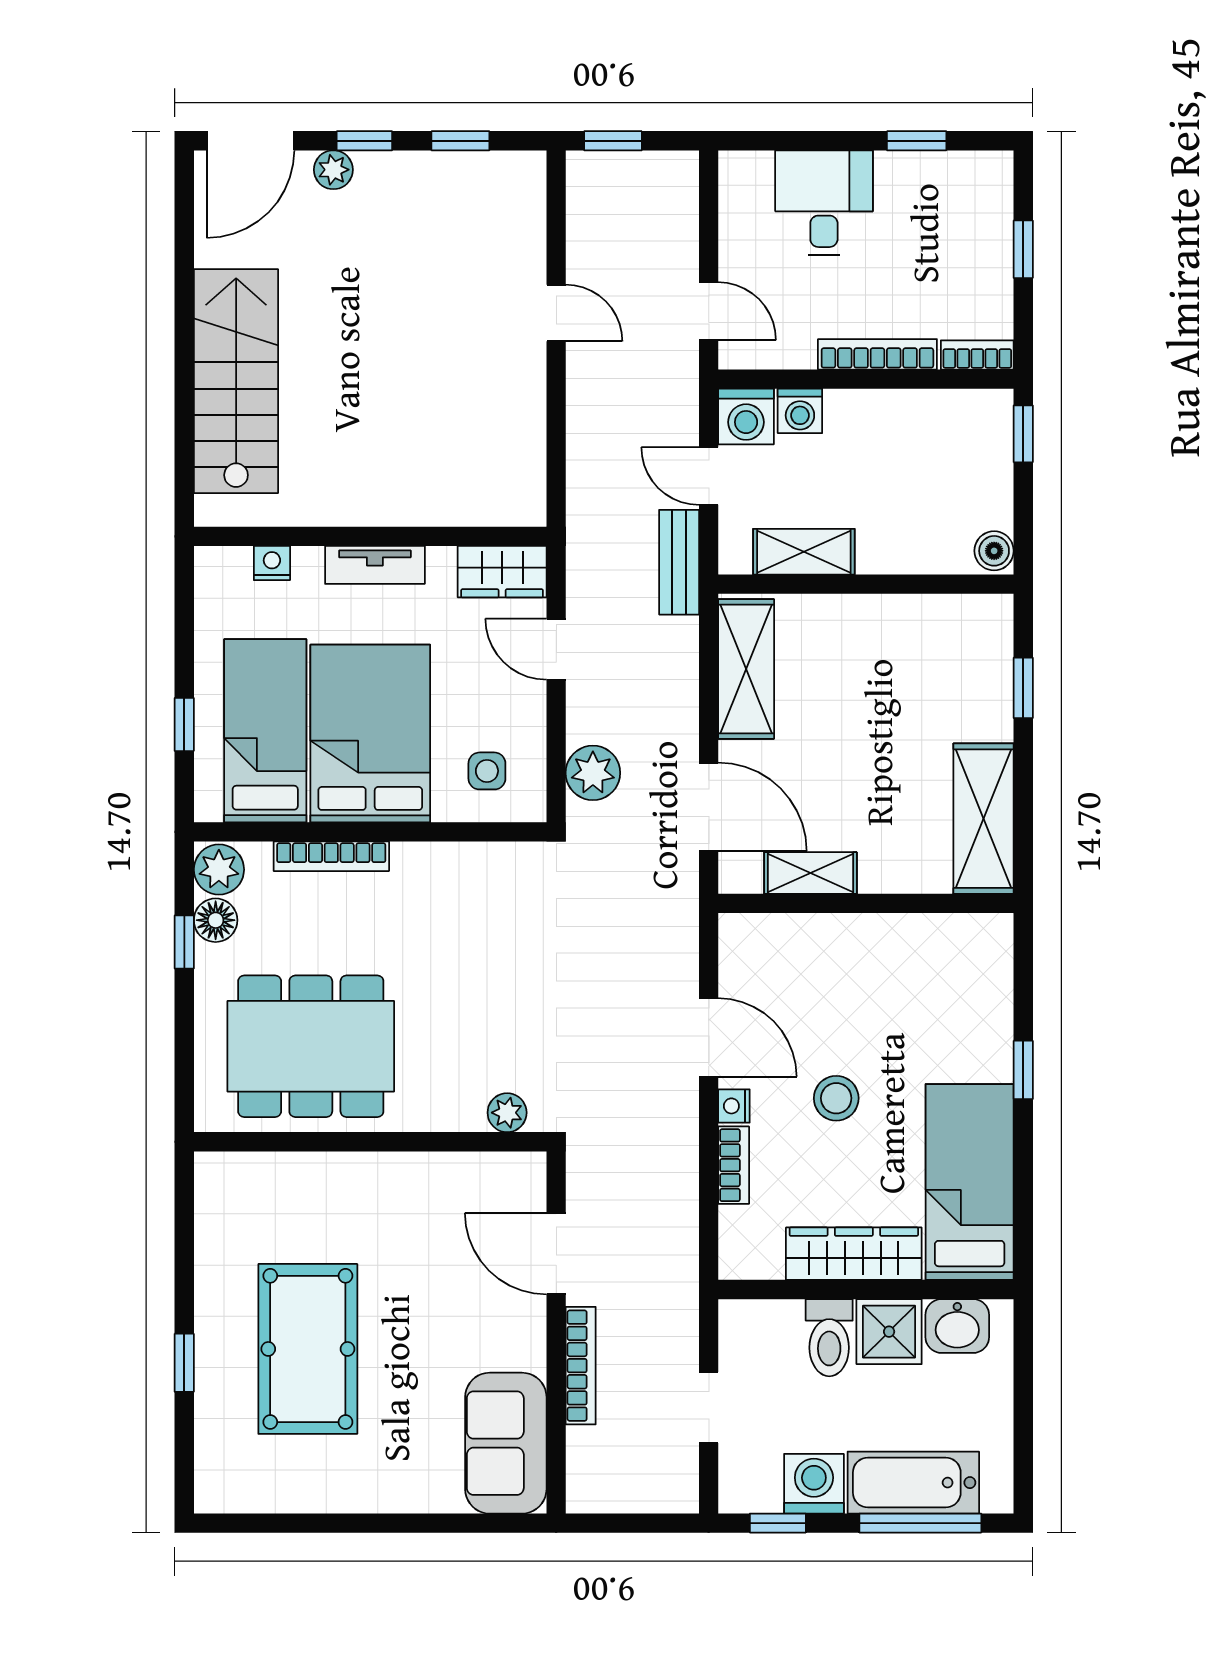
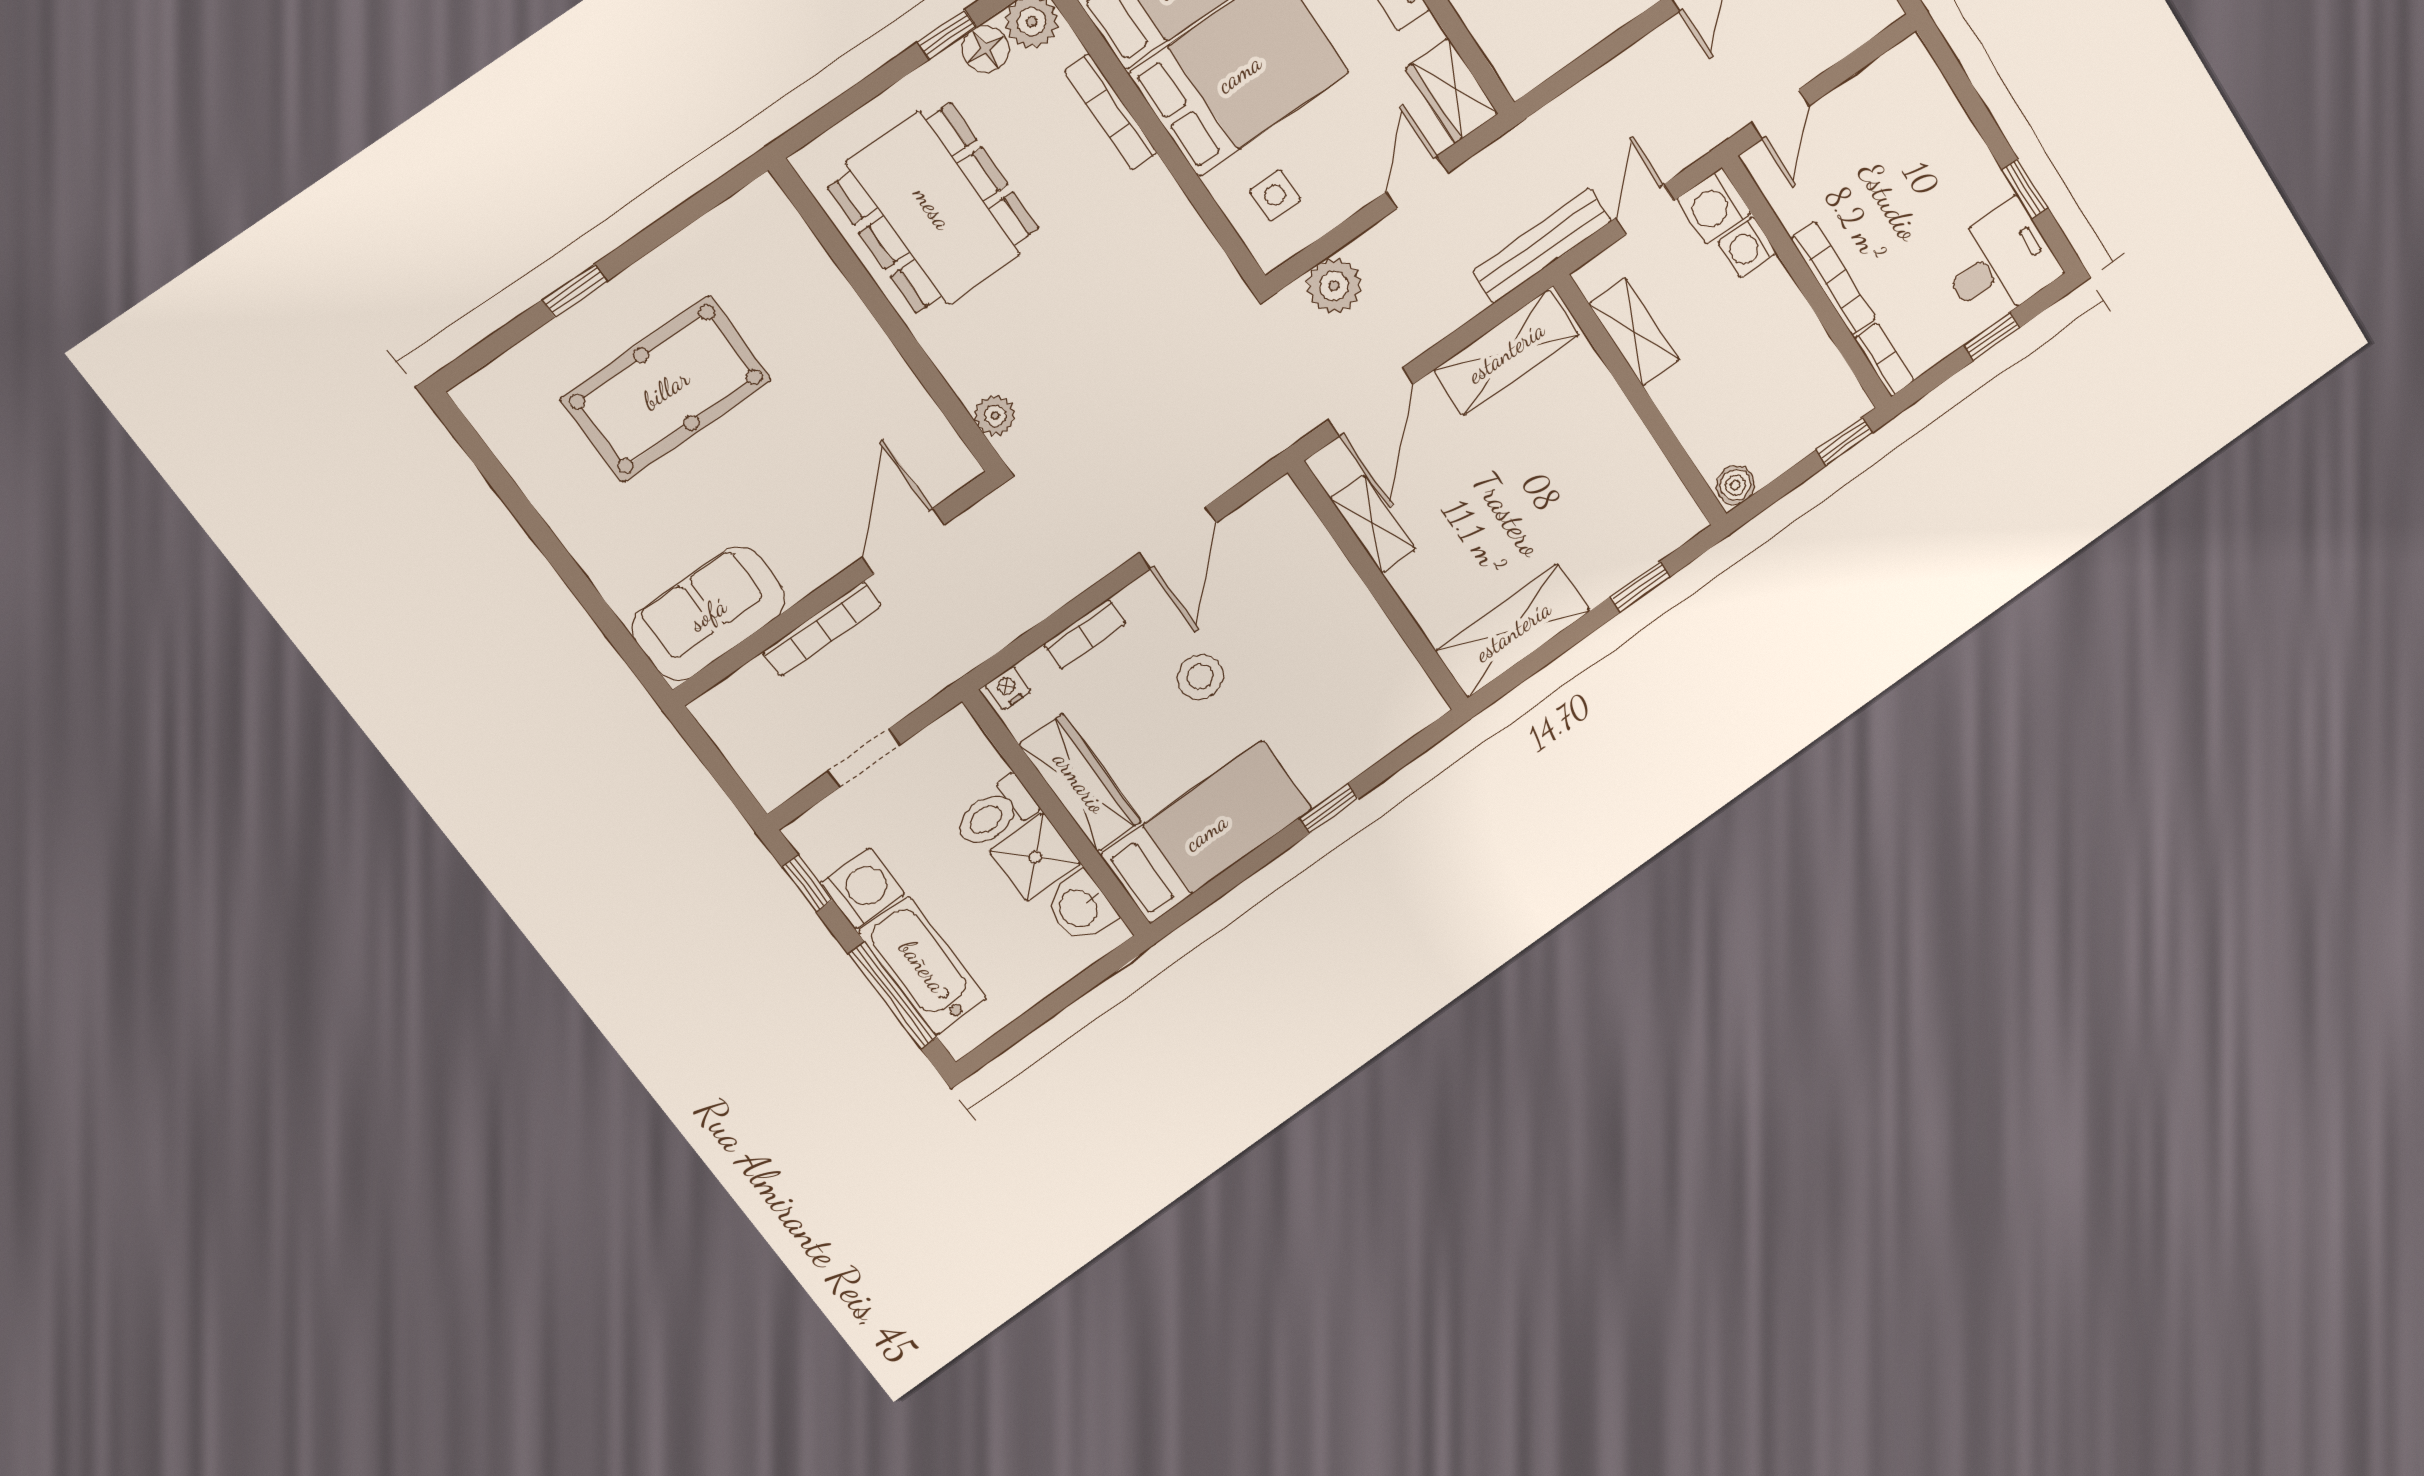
desk: (824, 203) -> (1999, 263), moved
bench: (679, 562) -> (1542, 246), width x1.36
nightstand: (734, 1106) -> (1008, 688), moved

